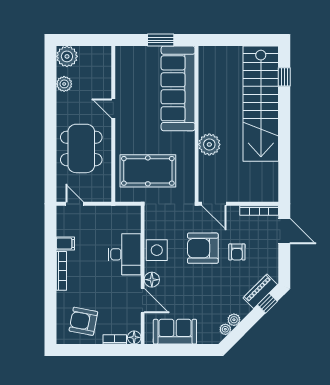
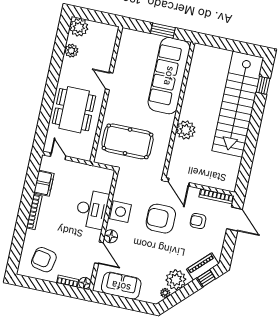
filing cabinet: (65, 243) -> (44, 183), width x2.00
armchair: (237, 252) -> (198, 221), moved, turned 90
plant: (234, 320) -> (176, 280), width x1.88, depth x1.88

